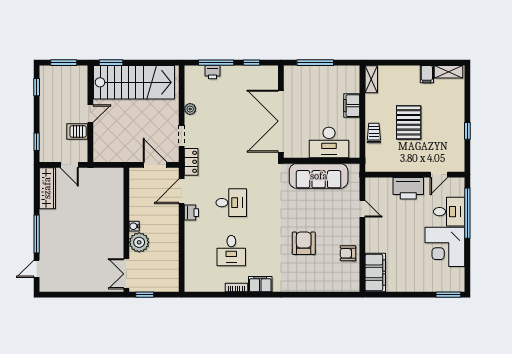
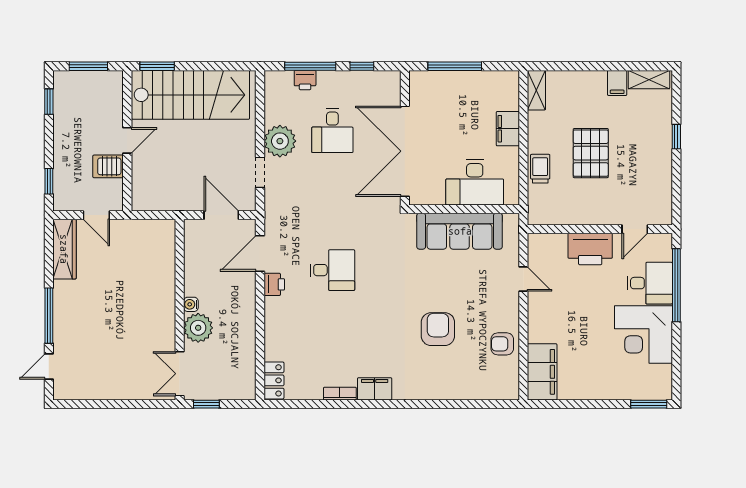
plant: (190, 109) -> (280, 141), width x1.88, depth x1.88
window: (467, 131) -> (676, 137), moved
locker: (191, 162) -> (274, 380), moved
desk: (231, 251) -> (332, 131), moved

